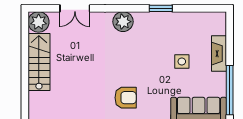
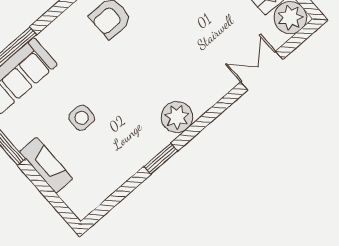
plant: (123, 22) -> (177, 117), moved

